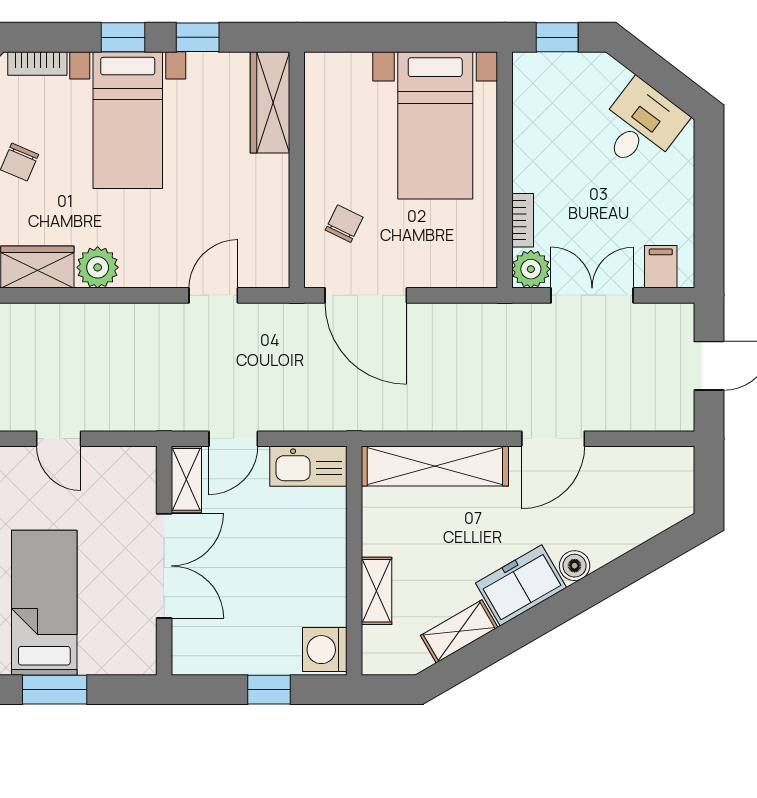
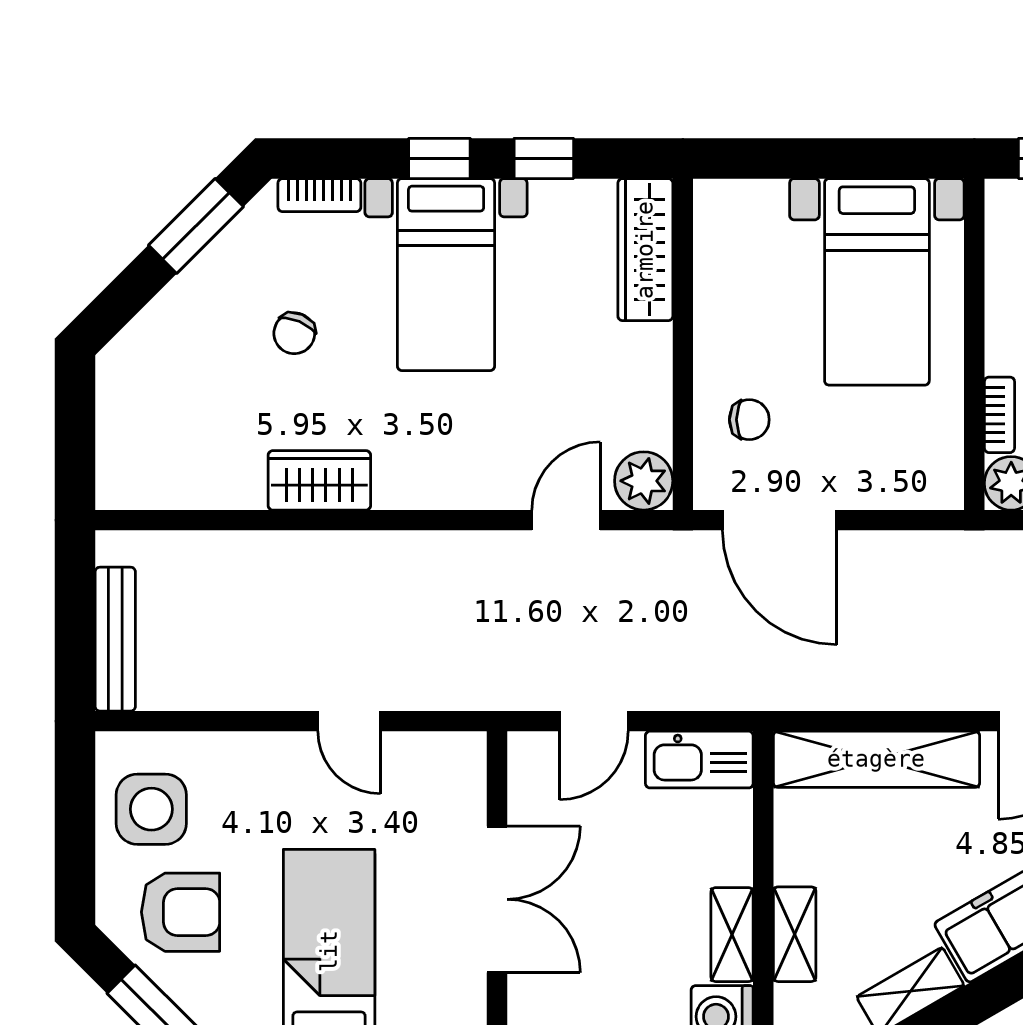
chair: (344, 224) -> (749, 420), turned 64
plant: (98, 267) -> (644, 481), moved
shelving: (186, 479) -> (732, 935), moved

